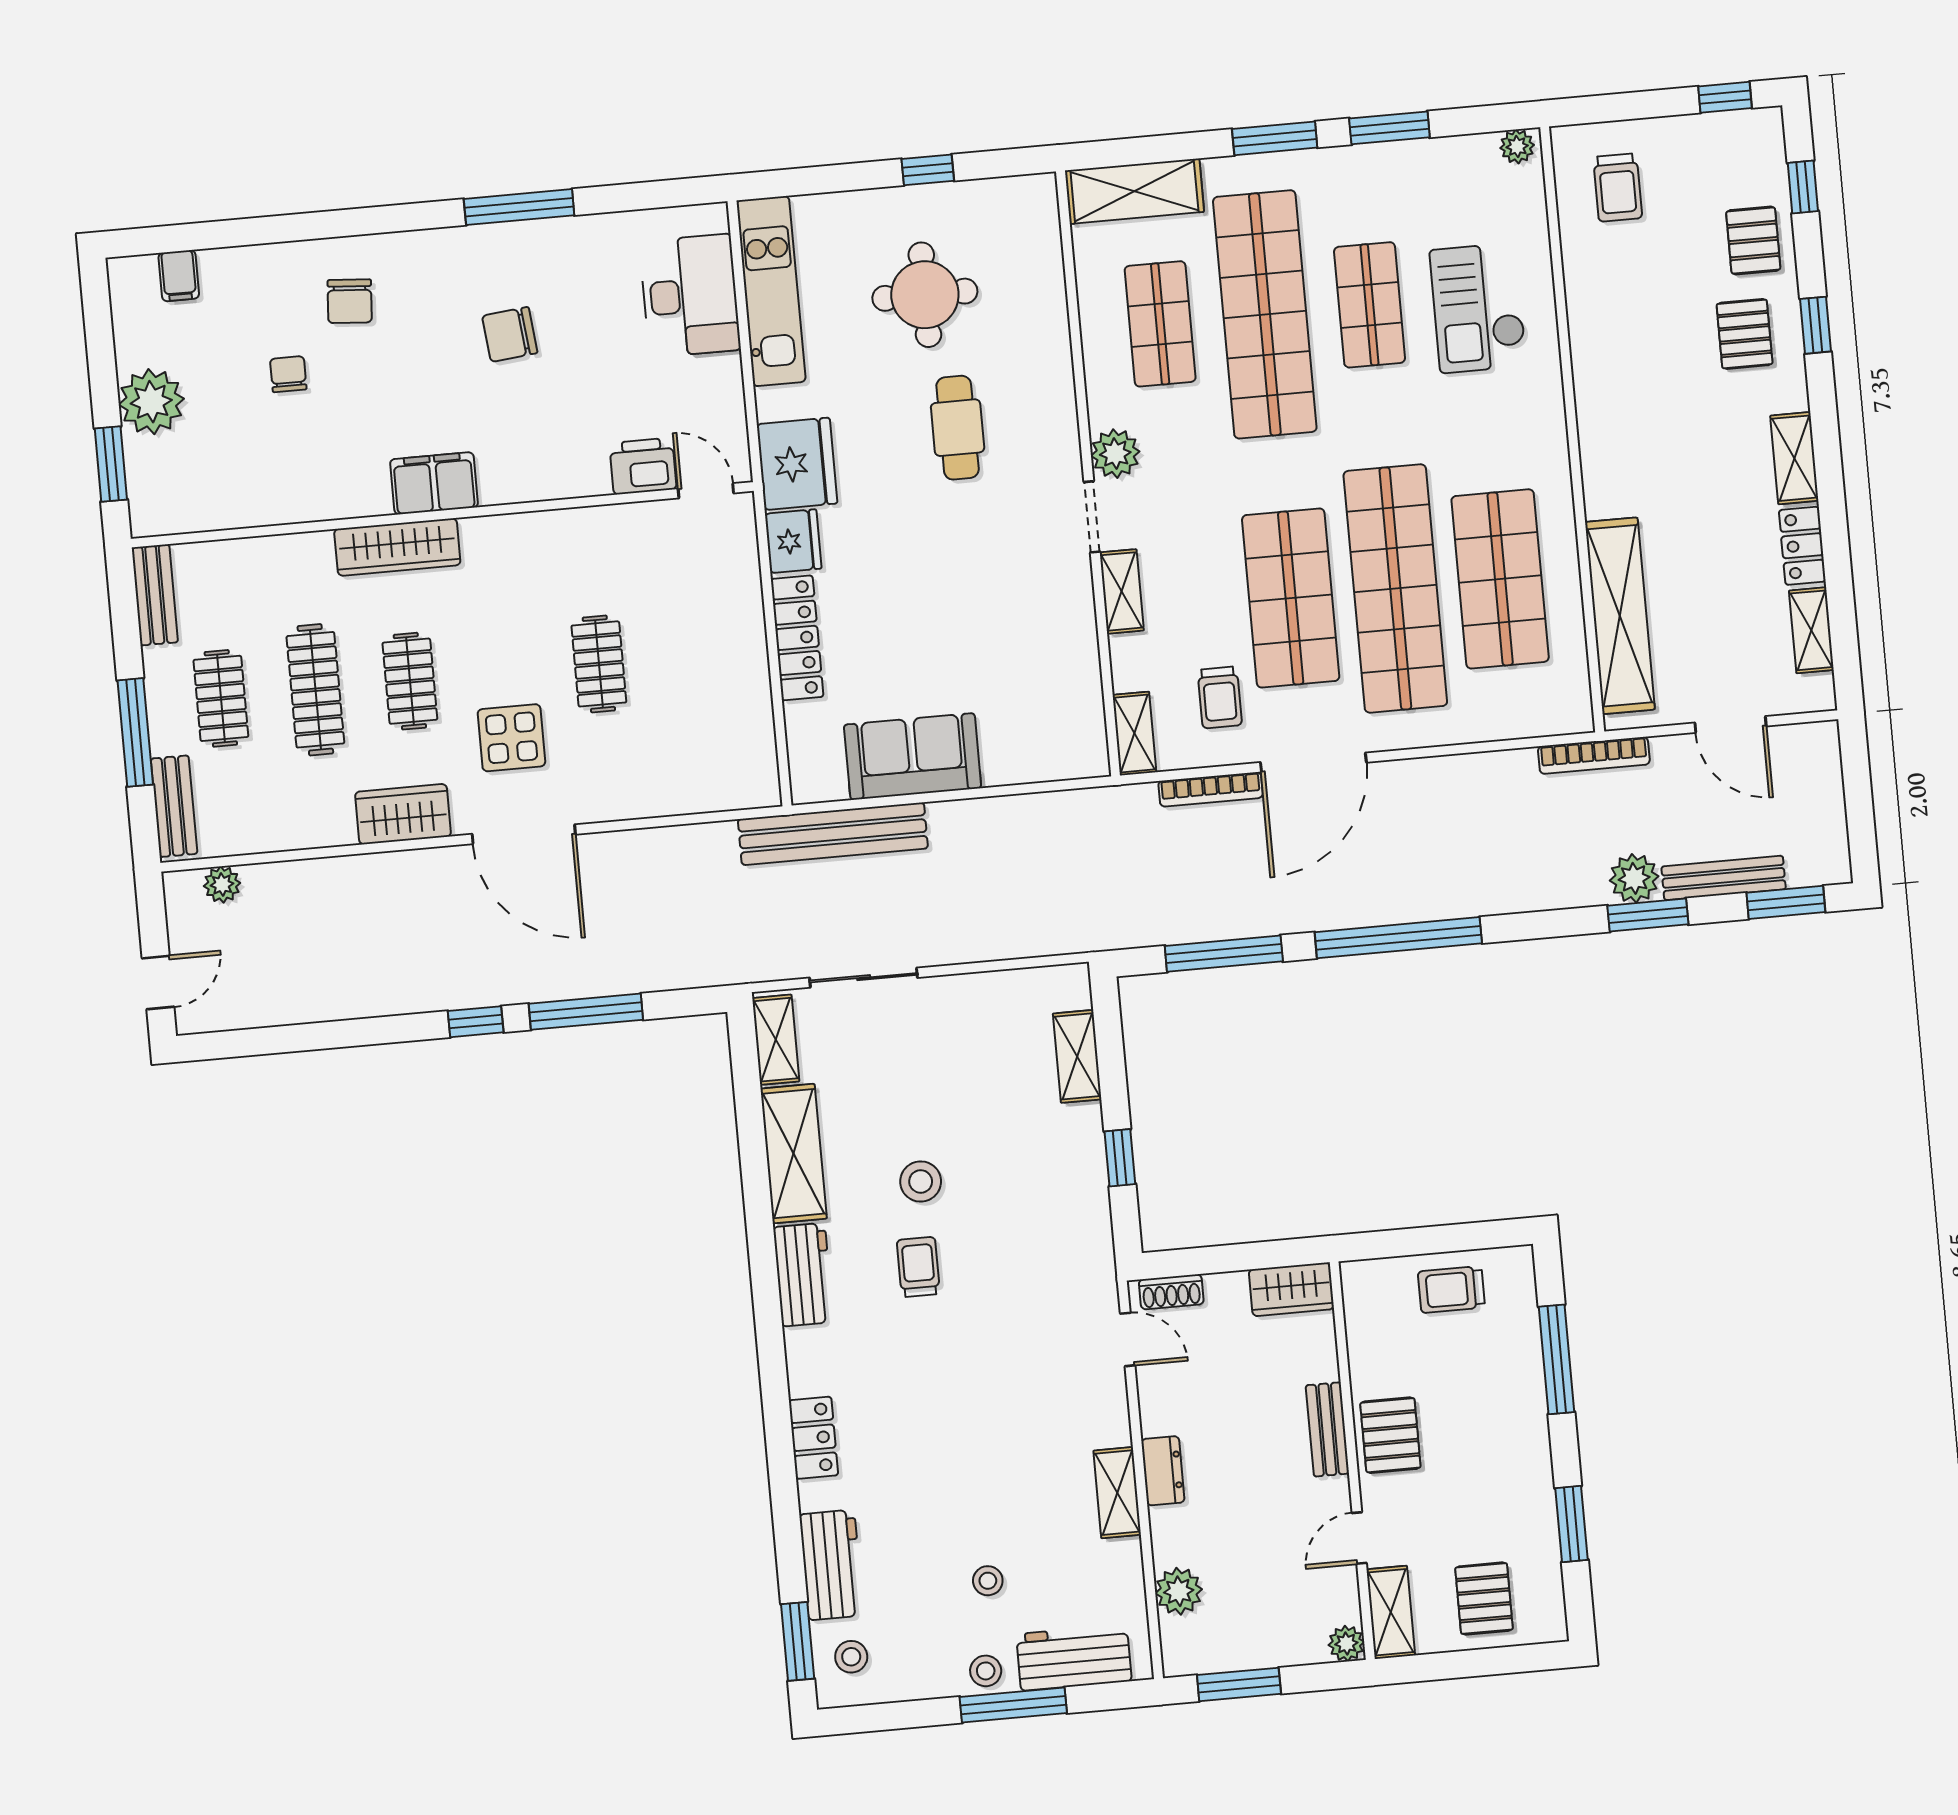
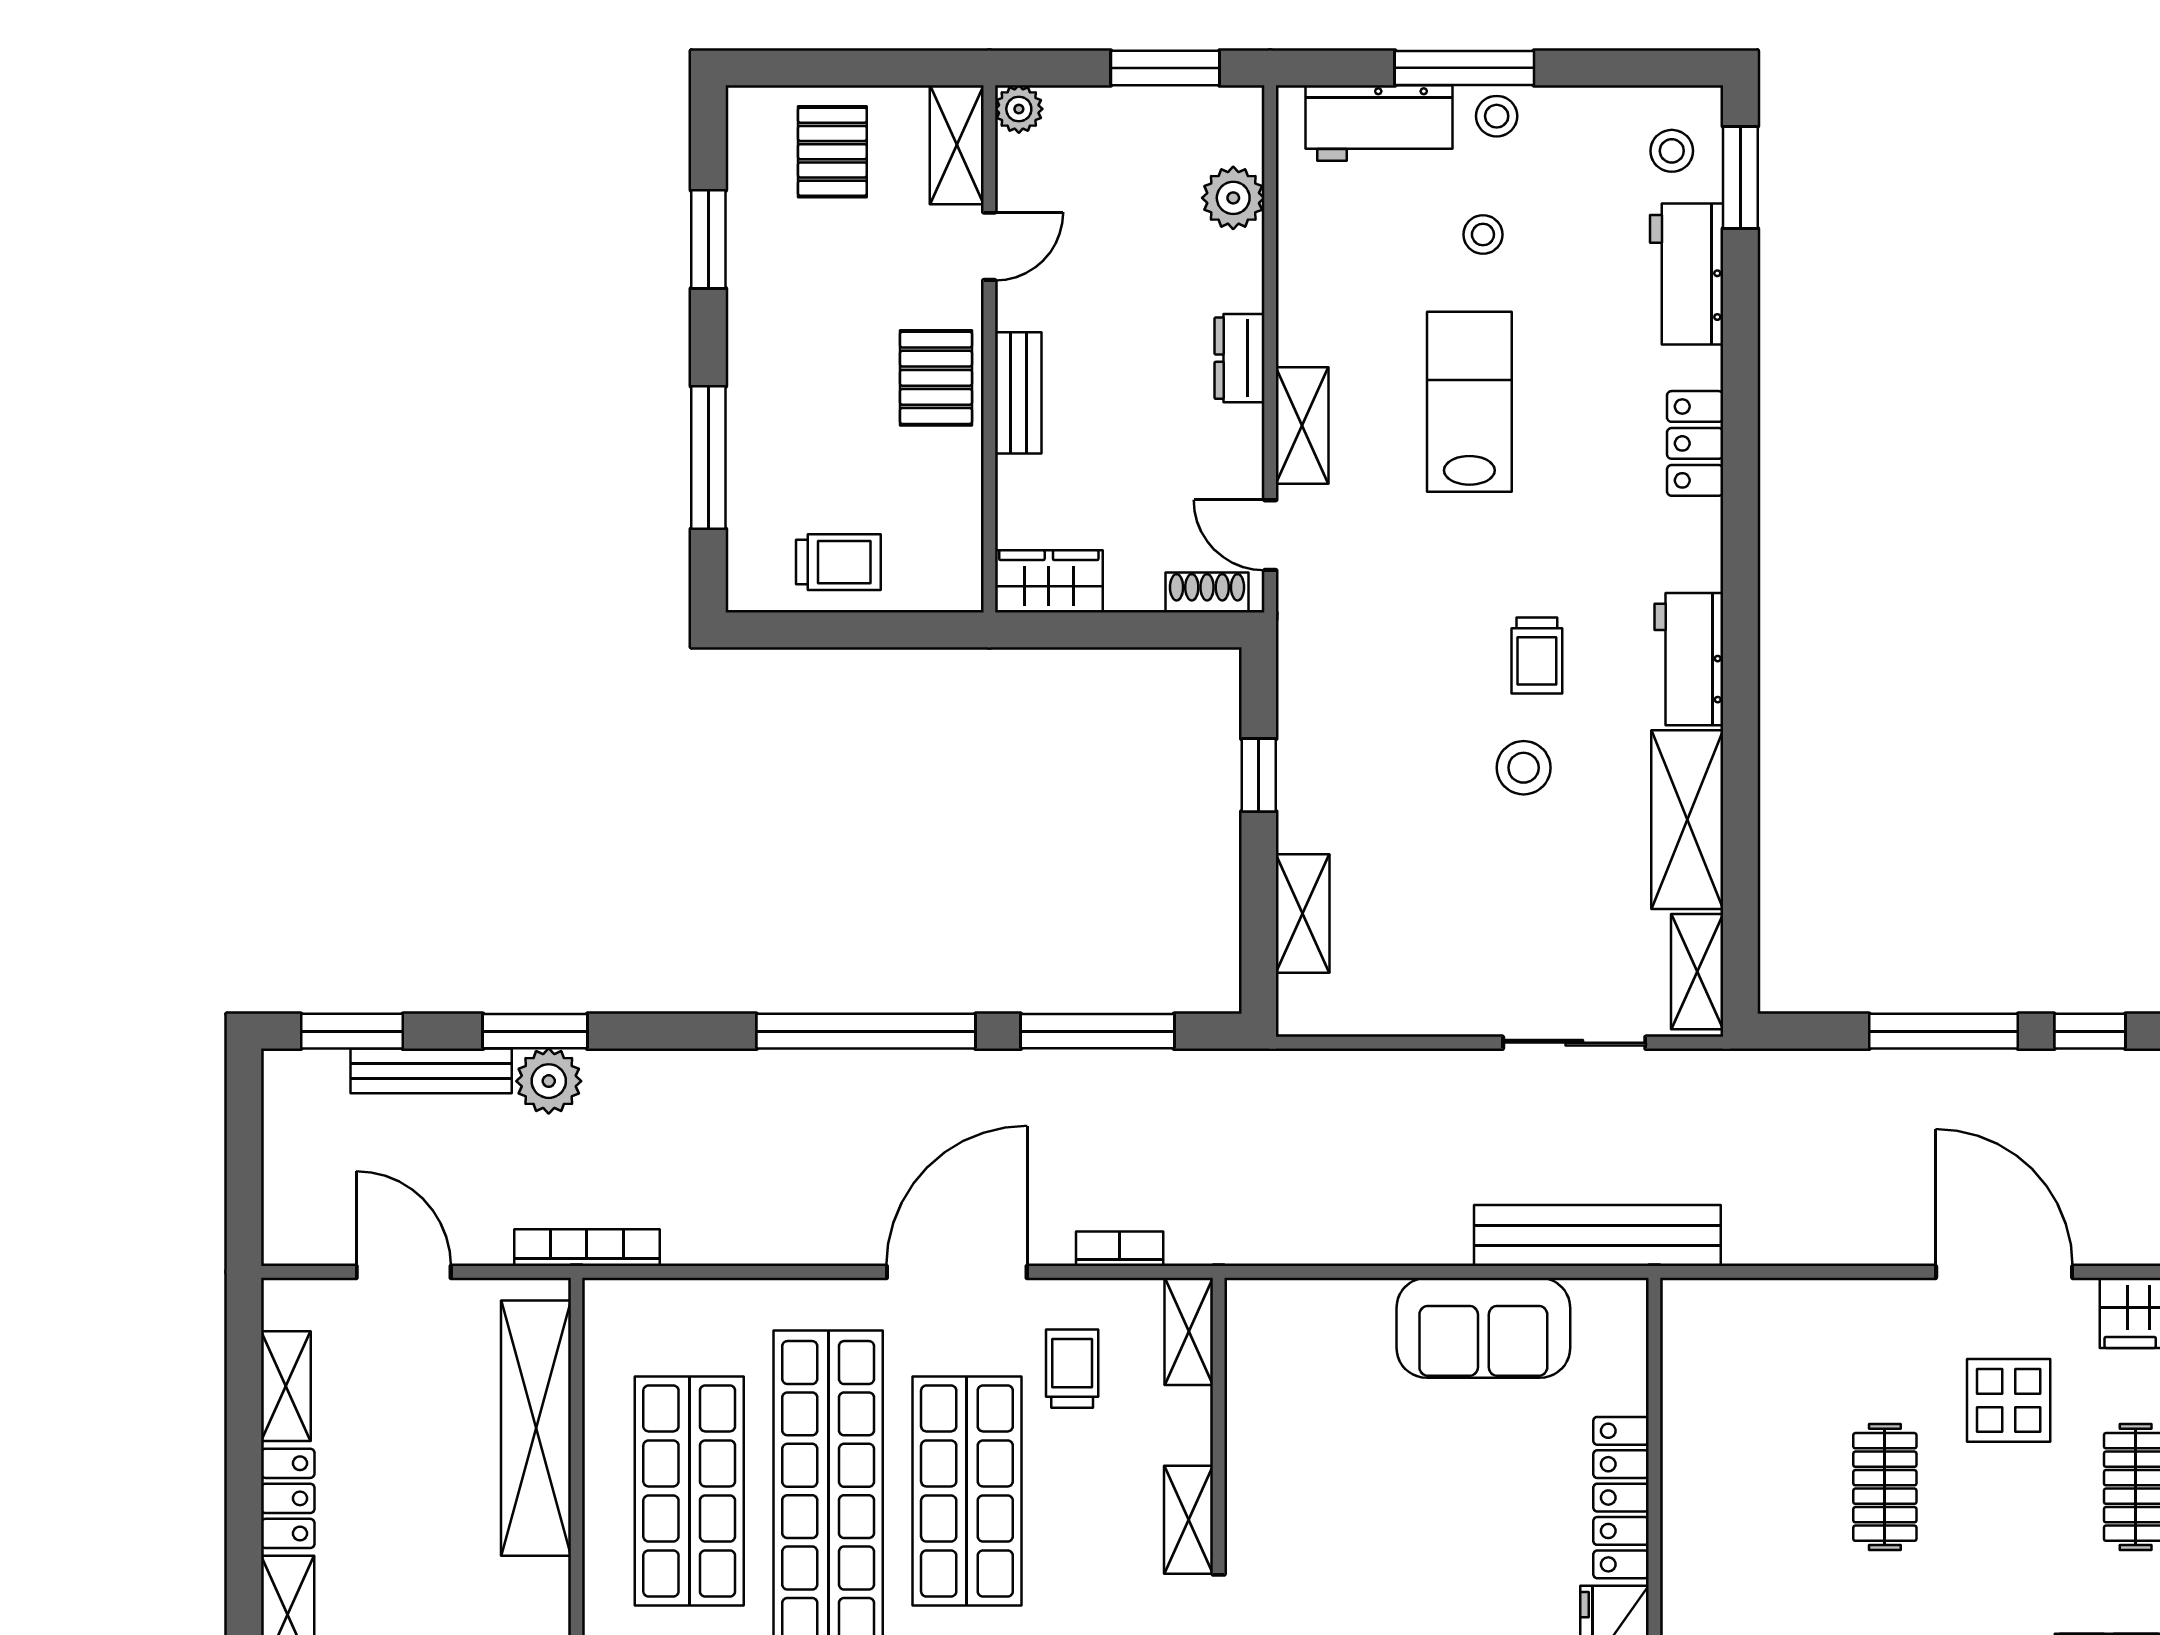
bookcase: (1211, 789) -> (1120, 1249), width x0.64
lab bench: (987, 1454) -> (1469, 402), added
shelving: (1117, 1493) -> (1302, 425), moved

